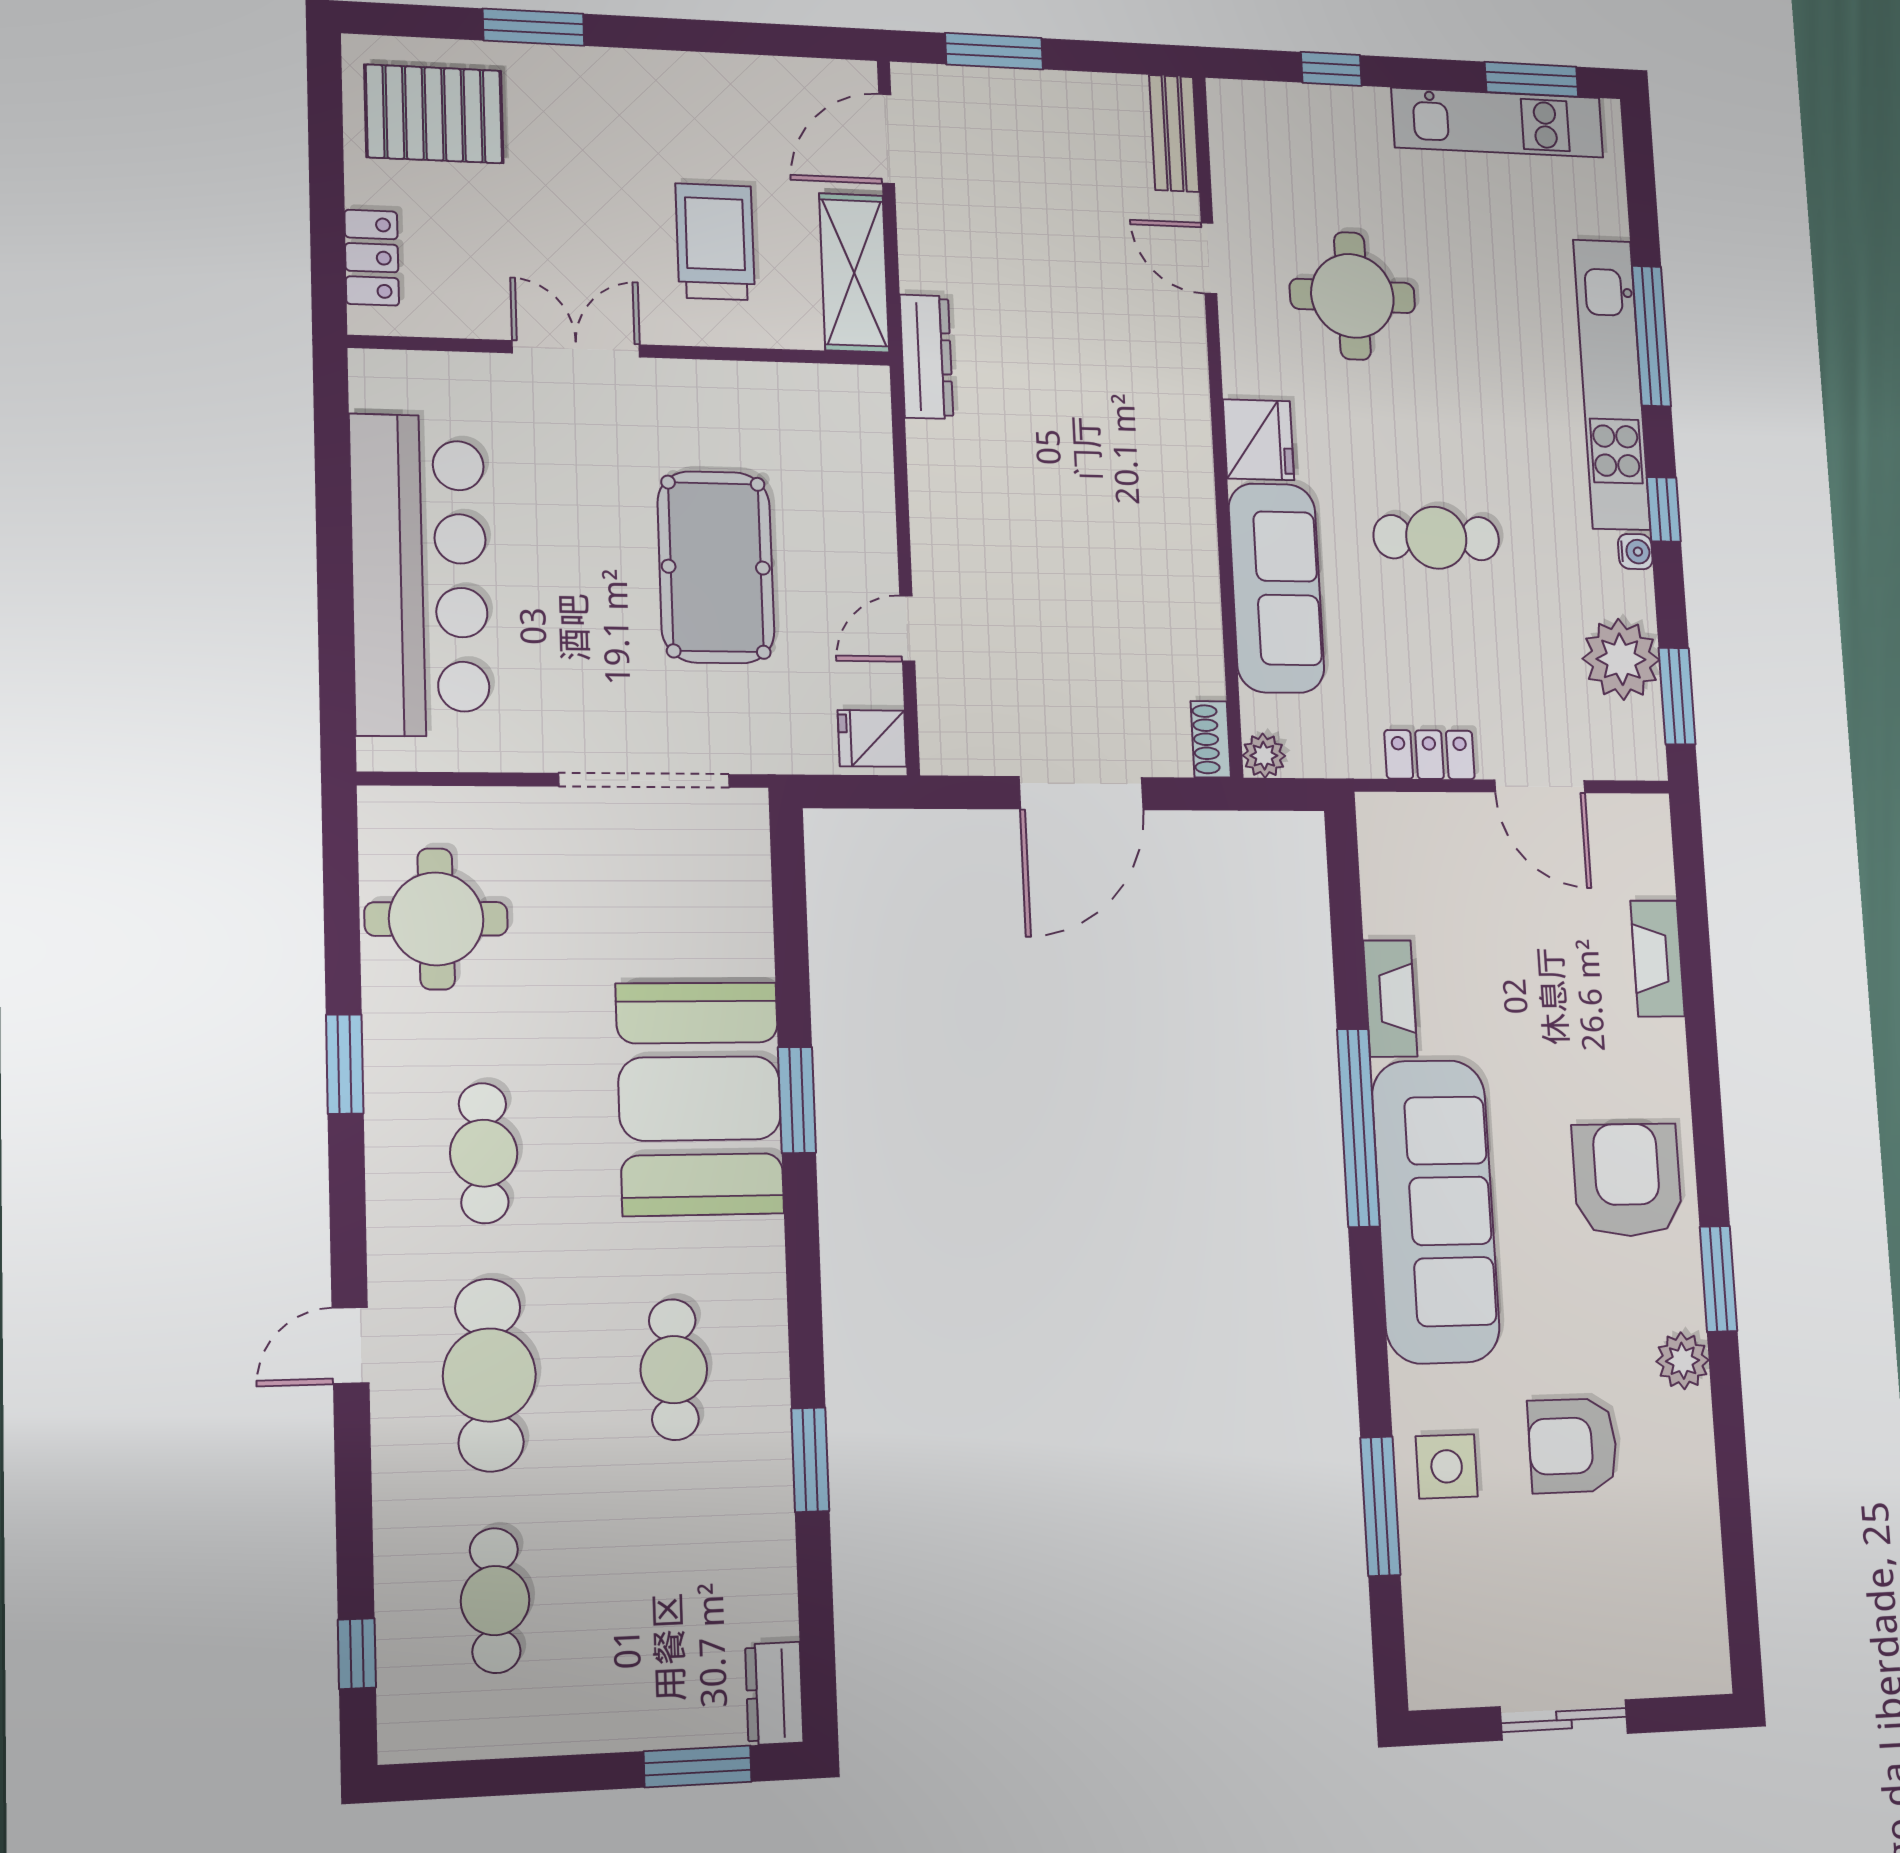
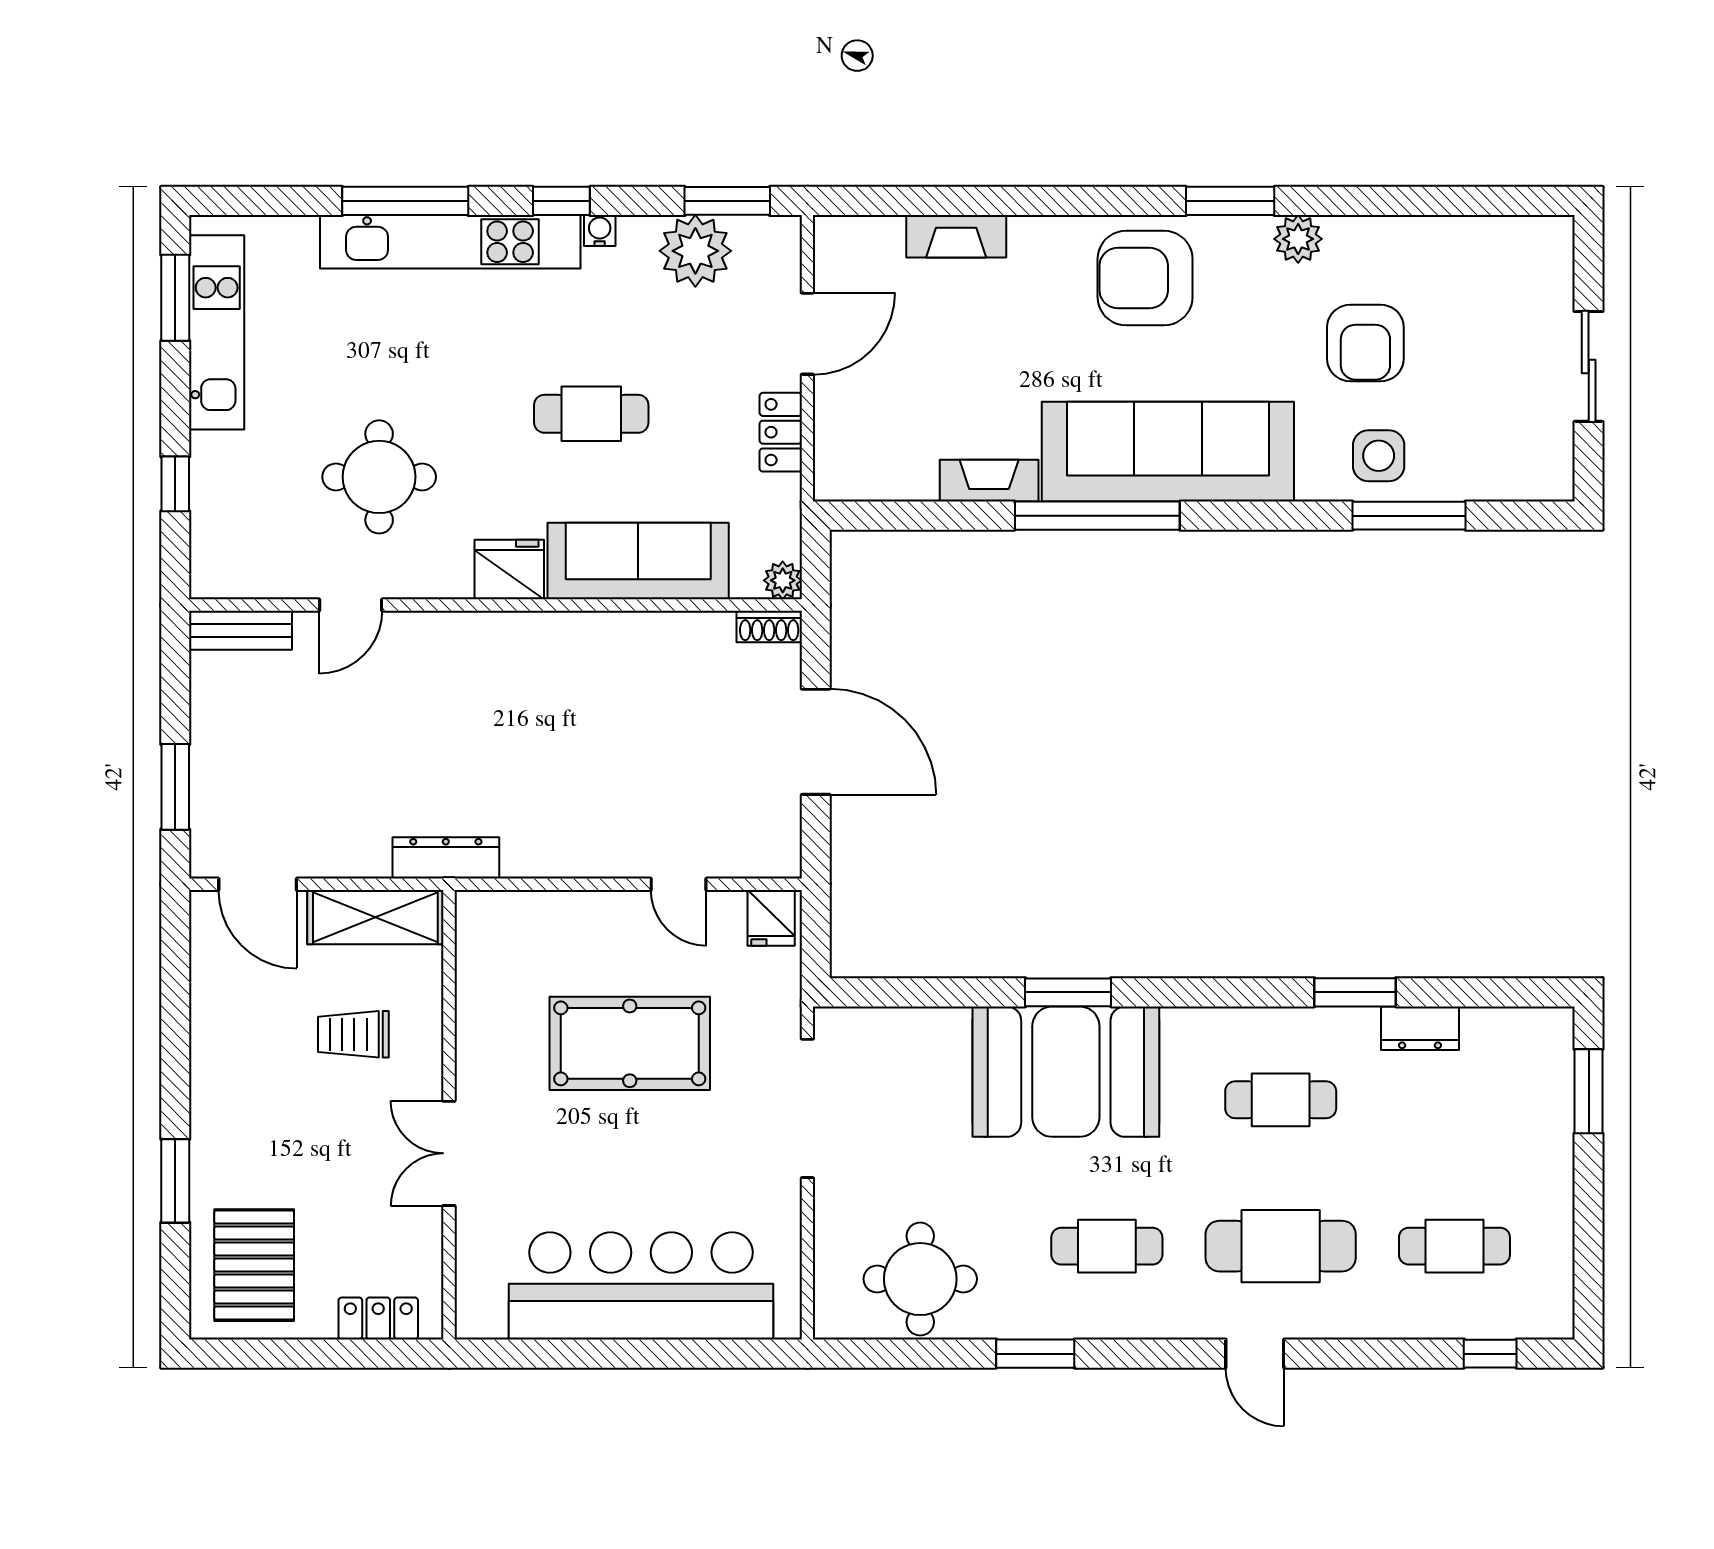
trolley: (715, 242) -> (353, 1034), width x0.73, depth x0.72
cafe table: (1436, 538) -> (591, 414), turned 90
dresser: (774, 1693) -> (1420, 1028), moved

